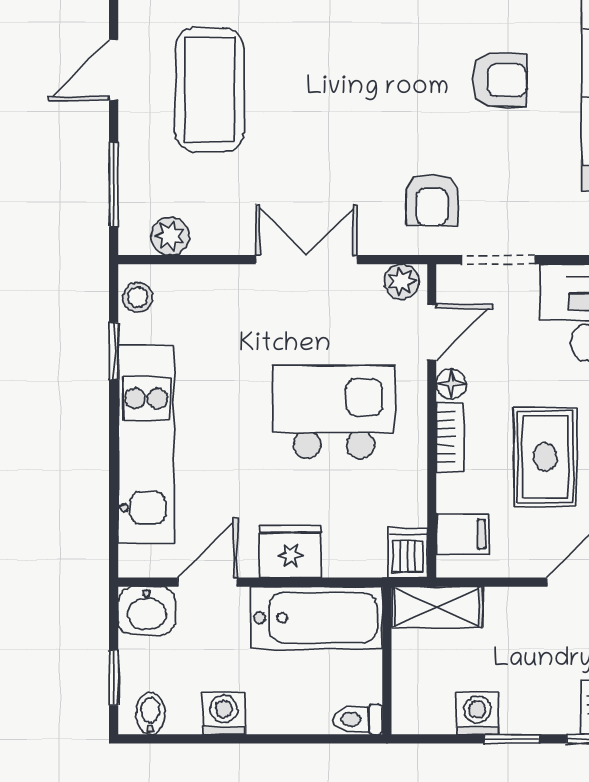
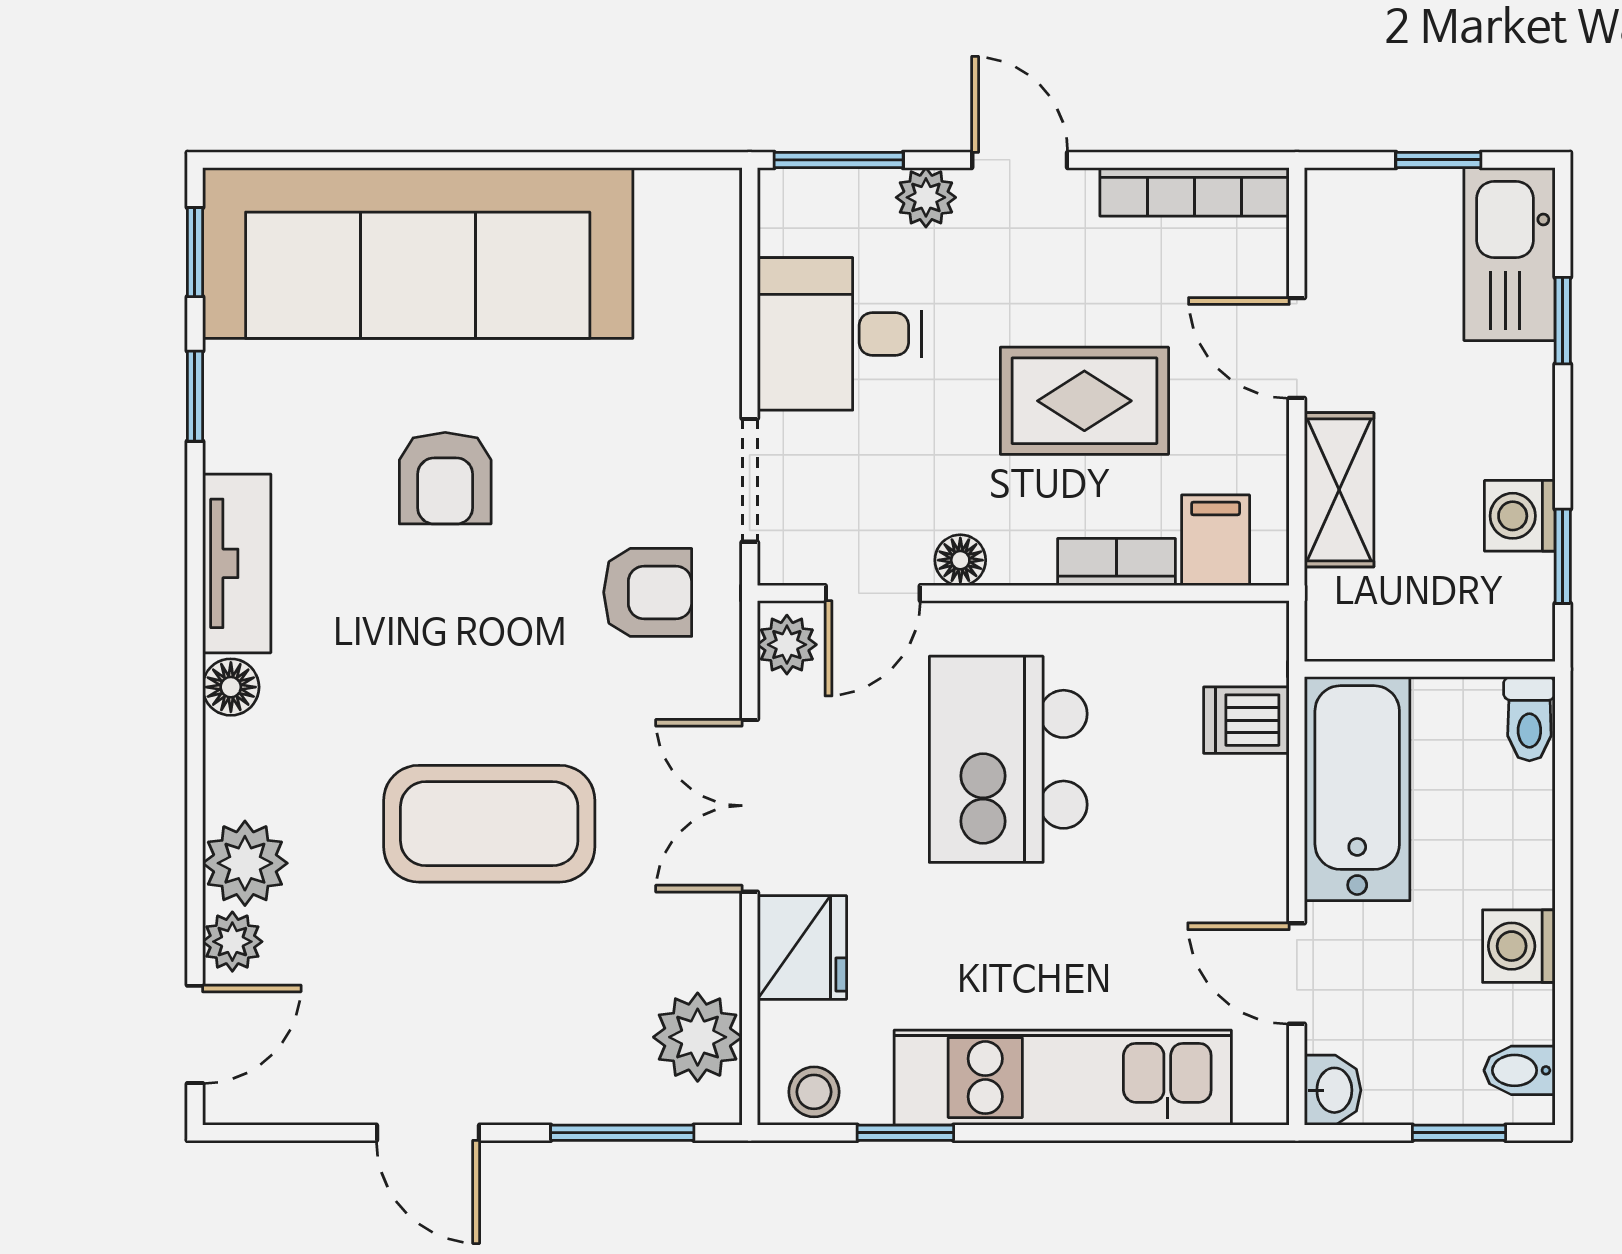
armchair: (500, 80) -> (445, 478), turned 180
coffee table: (209, 90) -> (489, 824), moved
plant: (170, 236) -> (698, 1037), width x1.38, depth x1.38
door: (432, 332) -> (873, 593), swing flipped
bookcase: (450, 437) -> (1117, 562), moved
fridge: (291, 551) -> (802, 948), moved, turned 180
dishwasher: (408, 552) -> (1246, 720), moved
shelving: (437, 607) -> (1339, 490), moved
washbasin: (147, 611) -> (1333, 1090), width x0.72, depth x0.69
window: (512, 739) -> (1563, 556), moved

